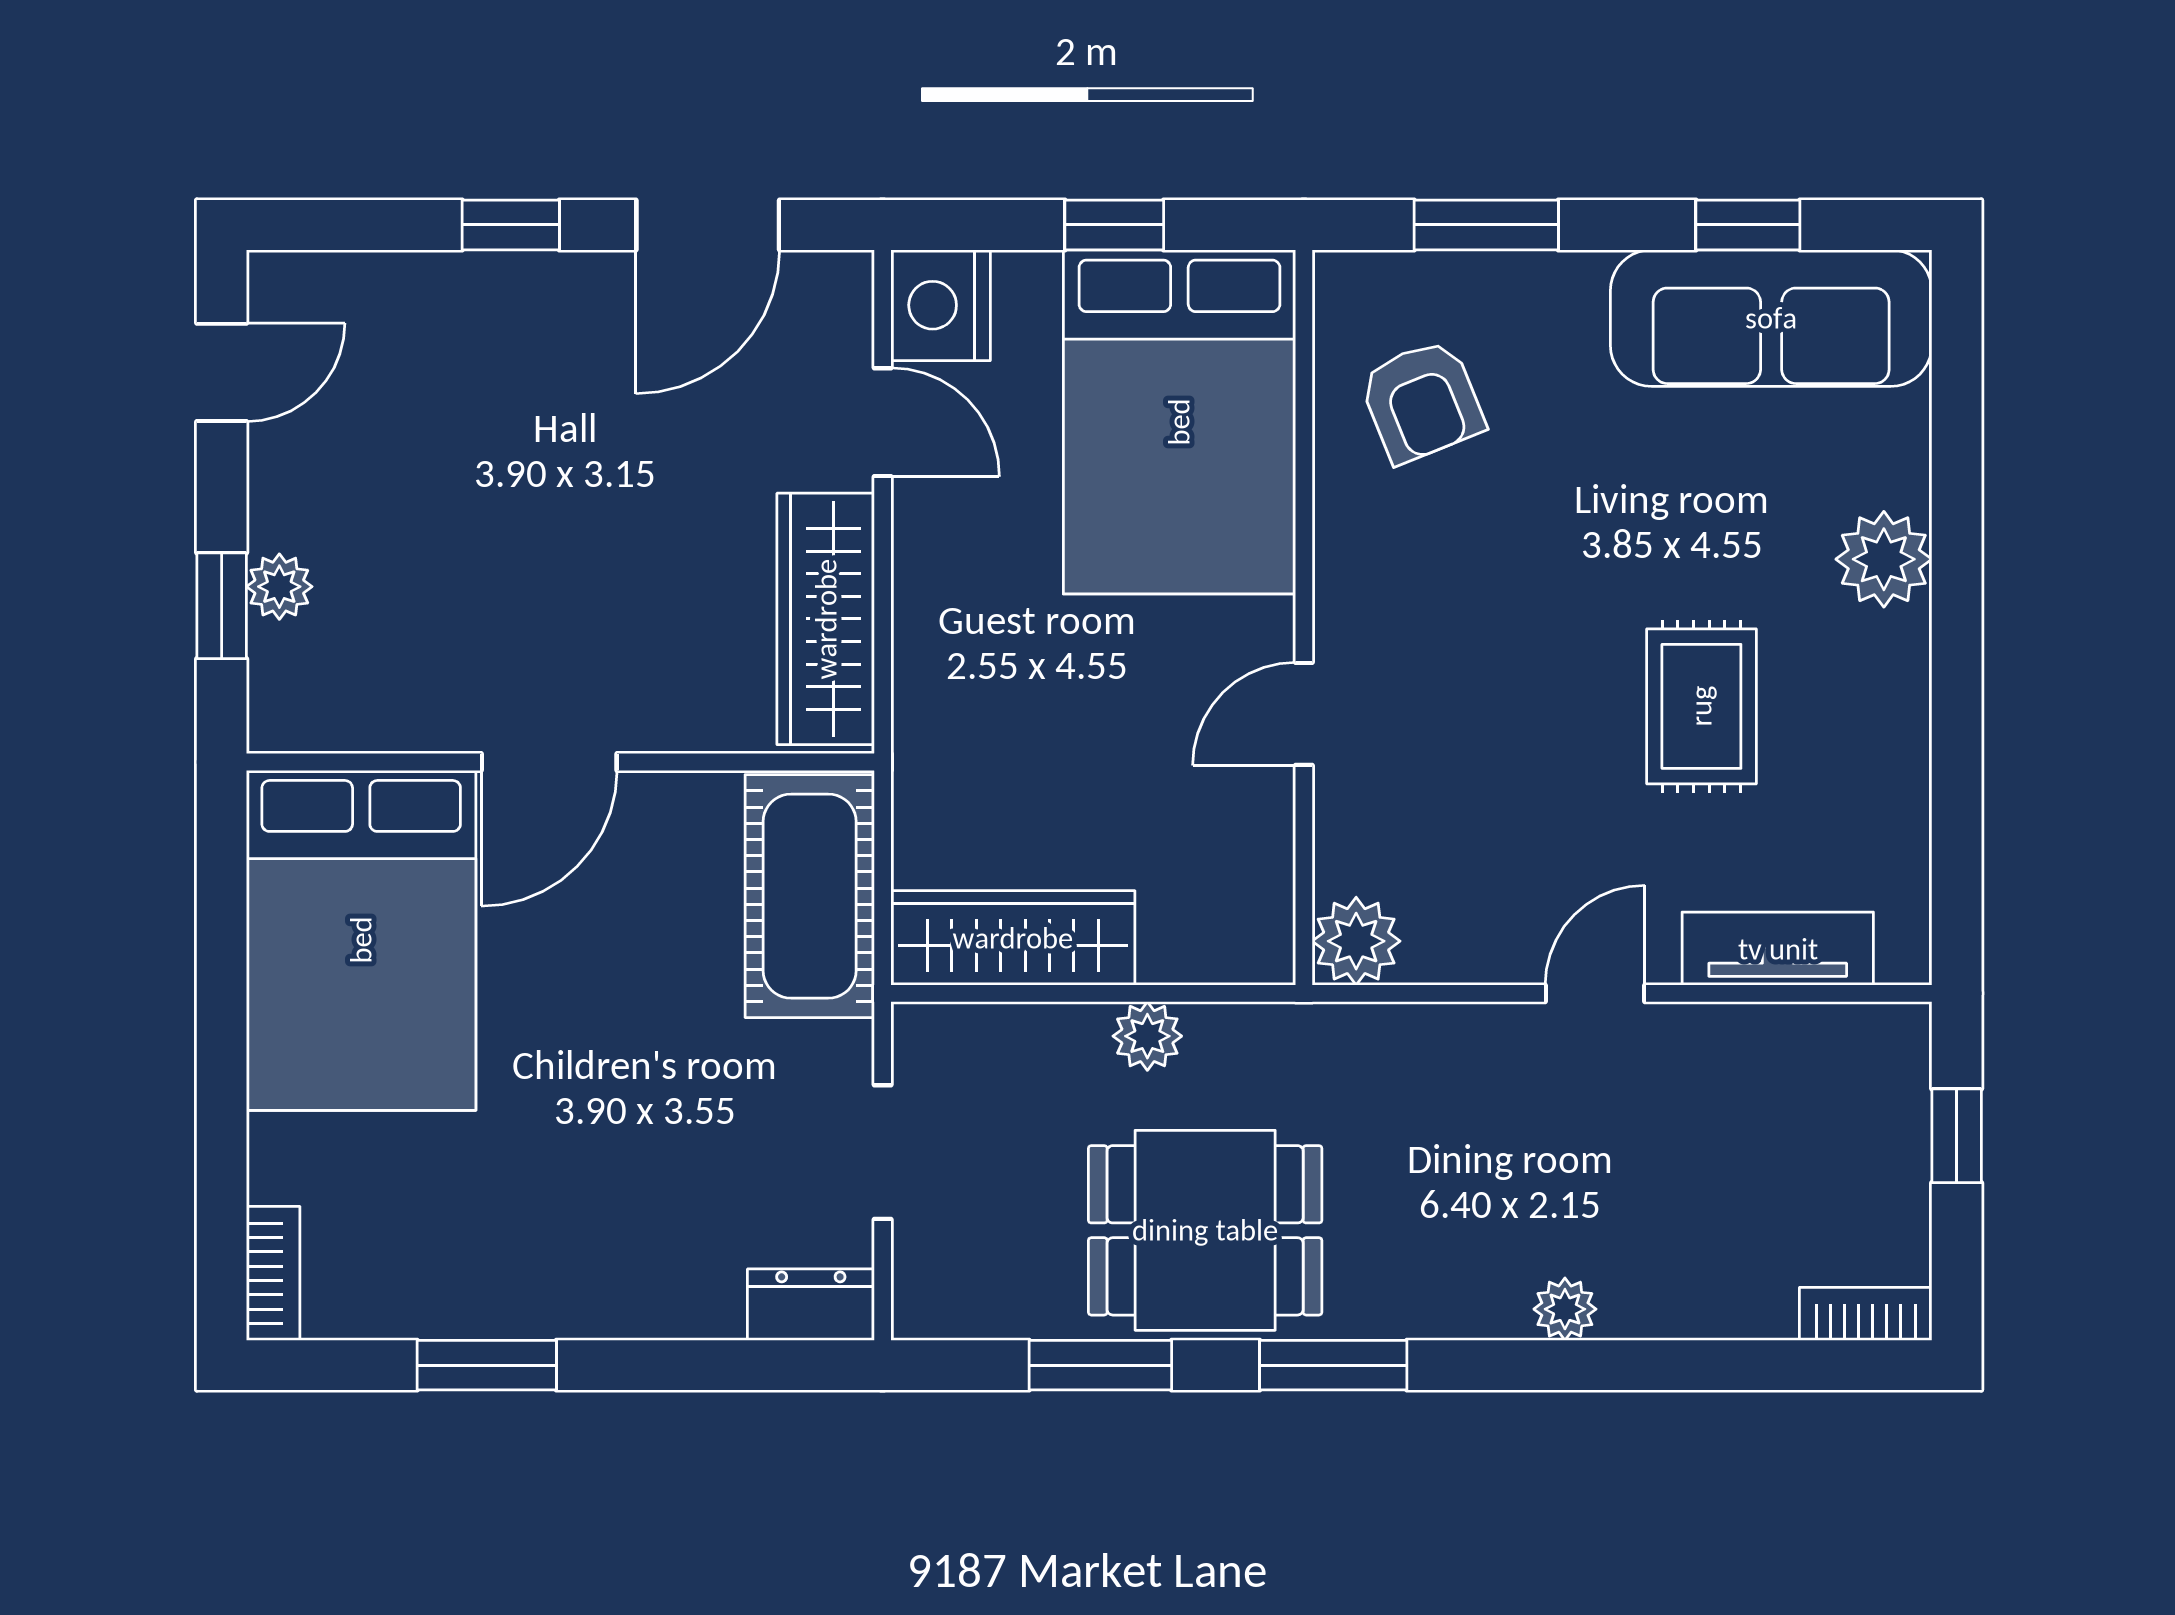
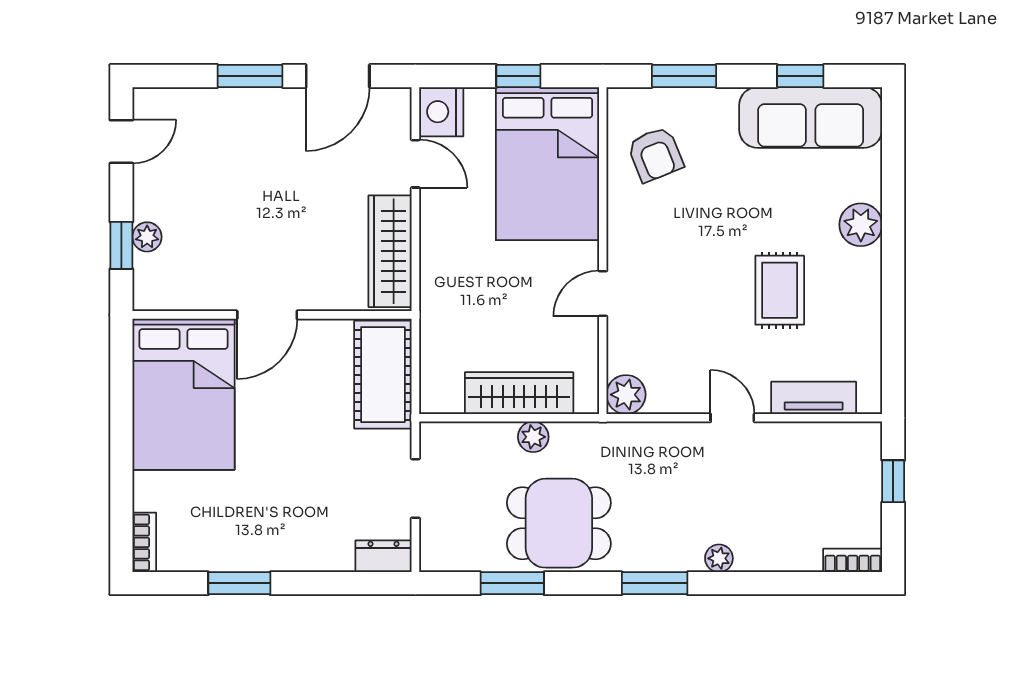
window: (511, 225) -> (250, 76), width x1.50
wardrobe: (1013, 938) -> (519, 393), moved
door: (1595, 993) -> (732, 418), hinge flipped
window: (1333, 1365) -> (655, 583), moved

